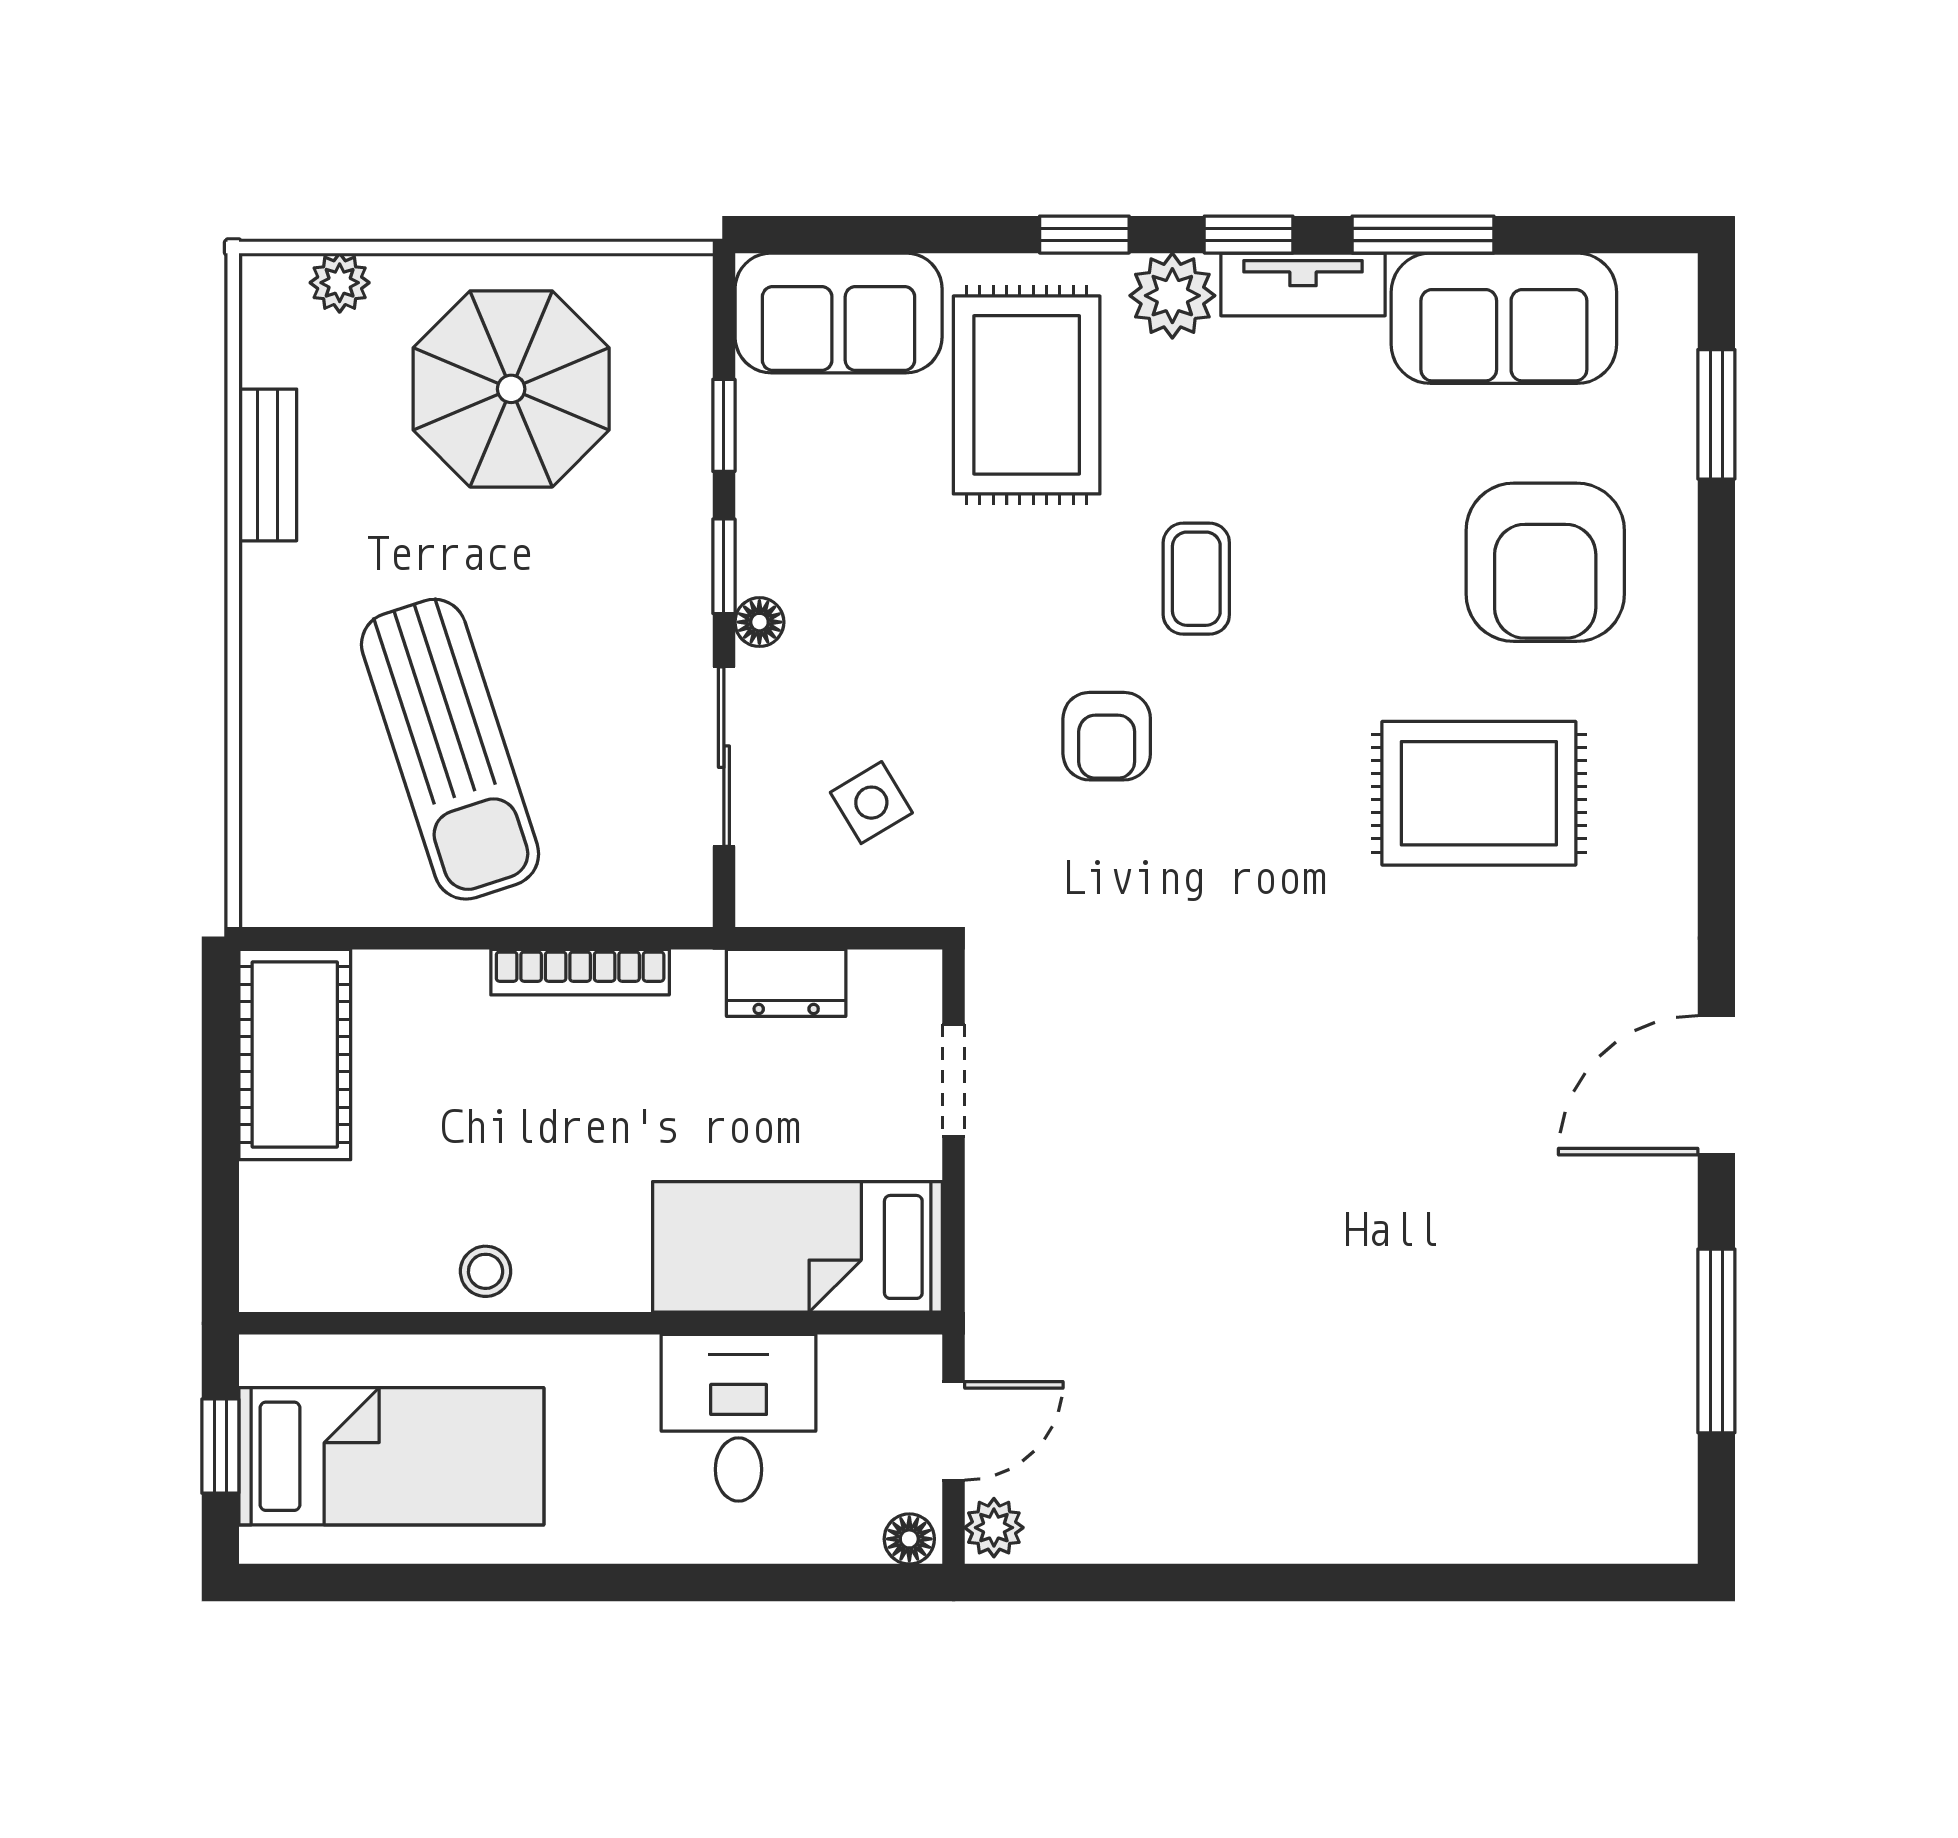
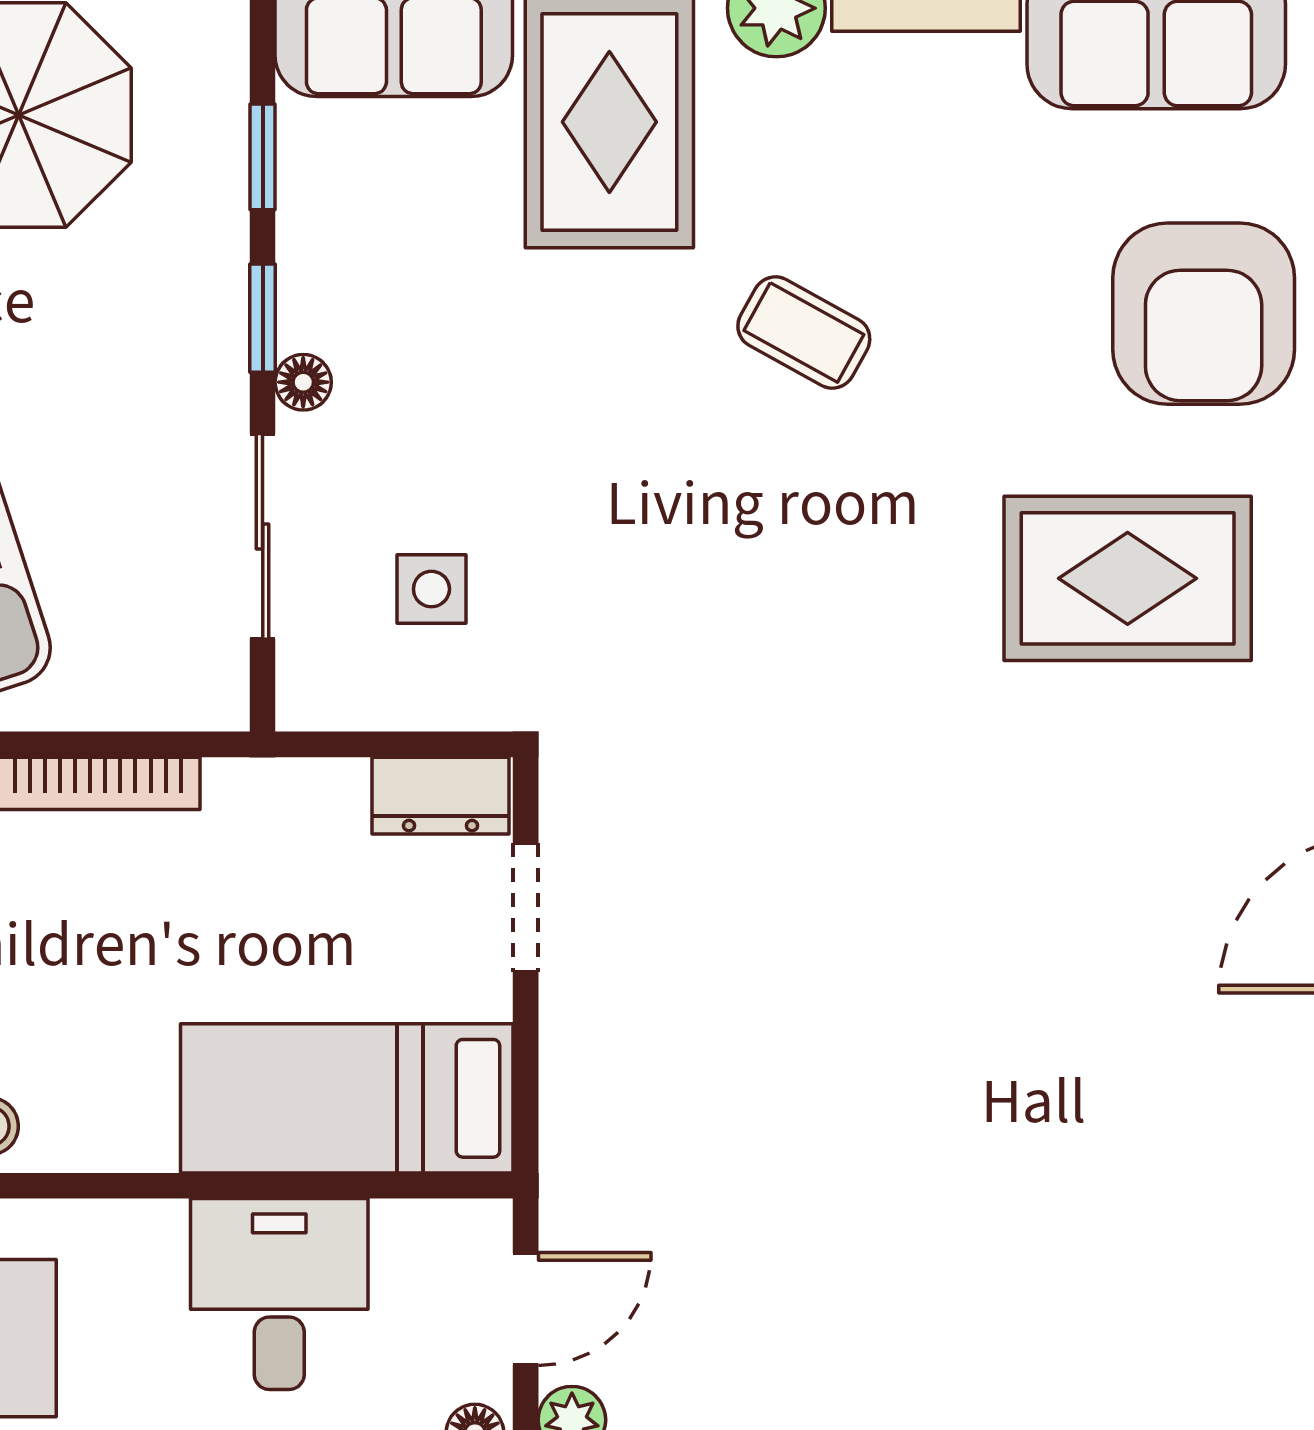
coffee table: (1196, 579) -> (804, 332), turned -61
armchair: (1107, 736) -> (701, 513), removed
side table: (871, 803) -> (431, 589), turned 31
dresser: (786, 983) -> (441, 796), moved

